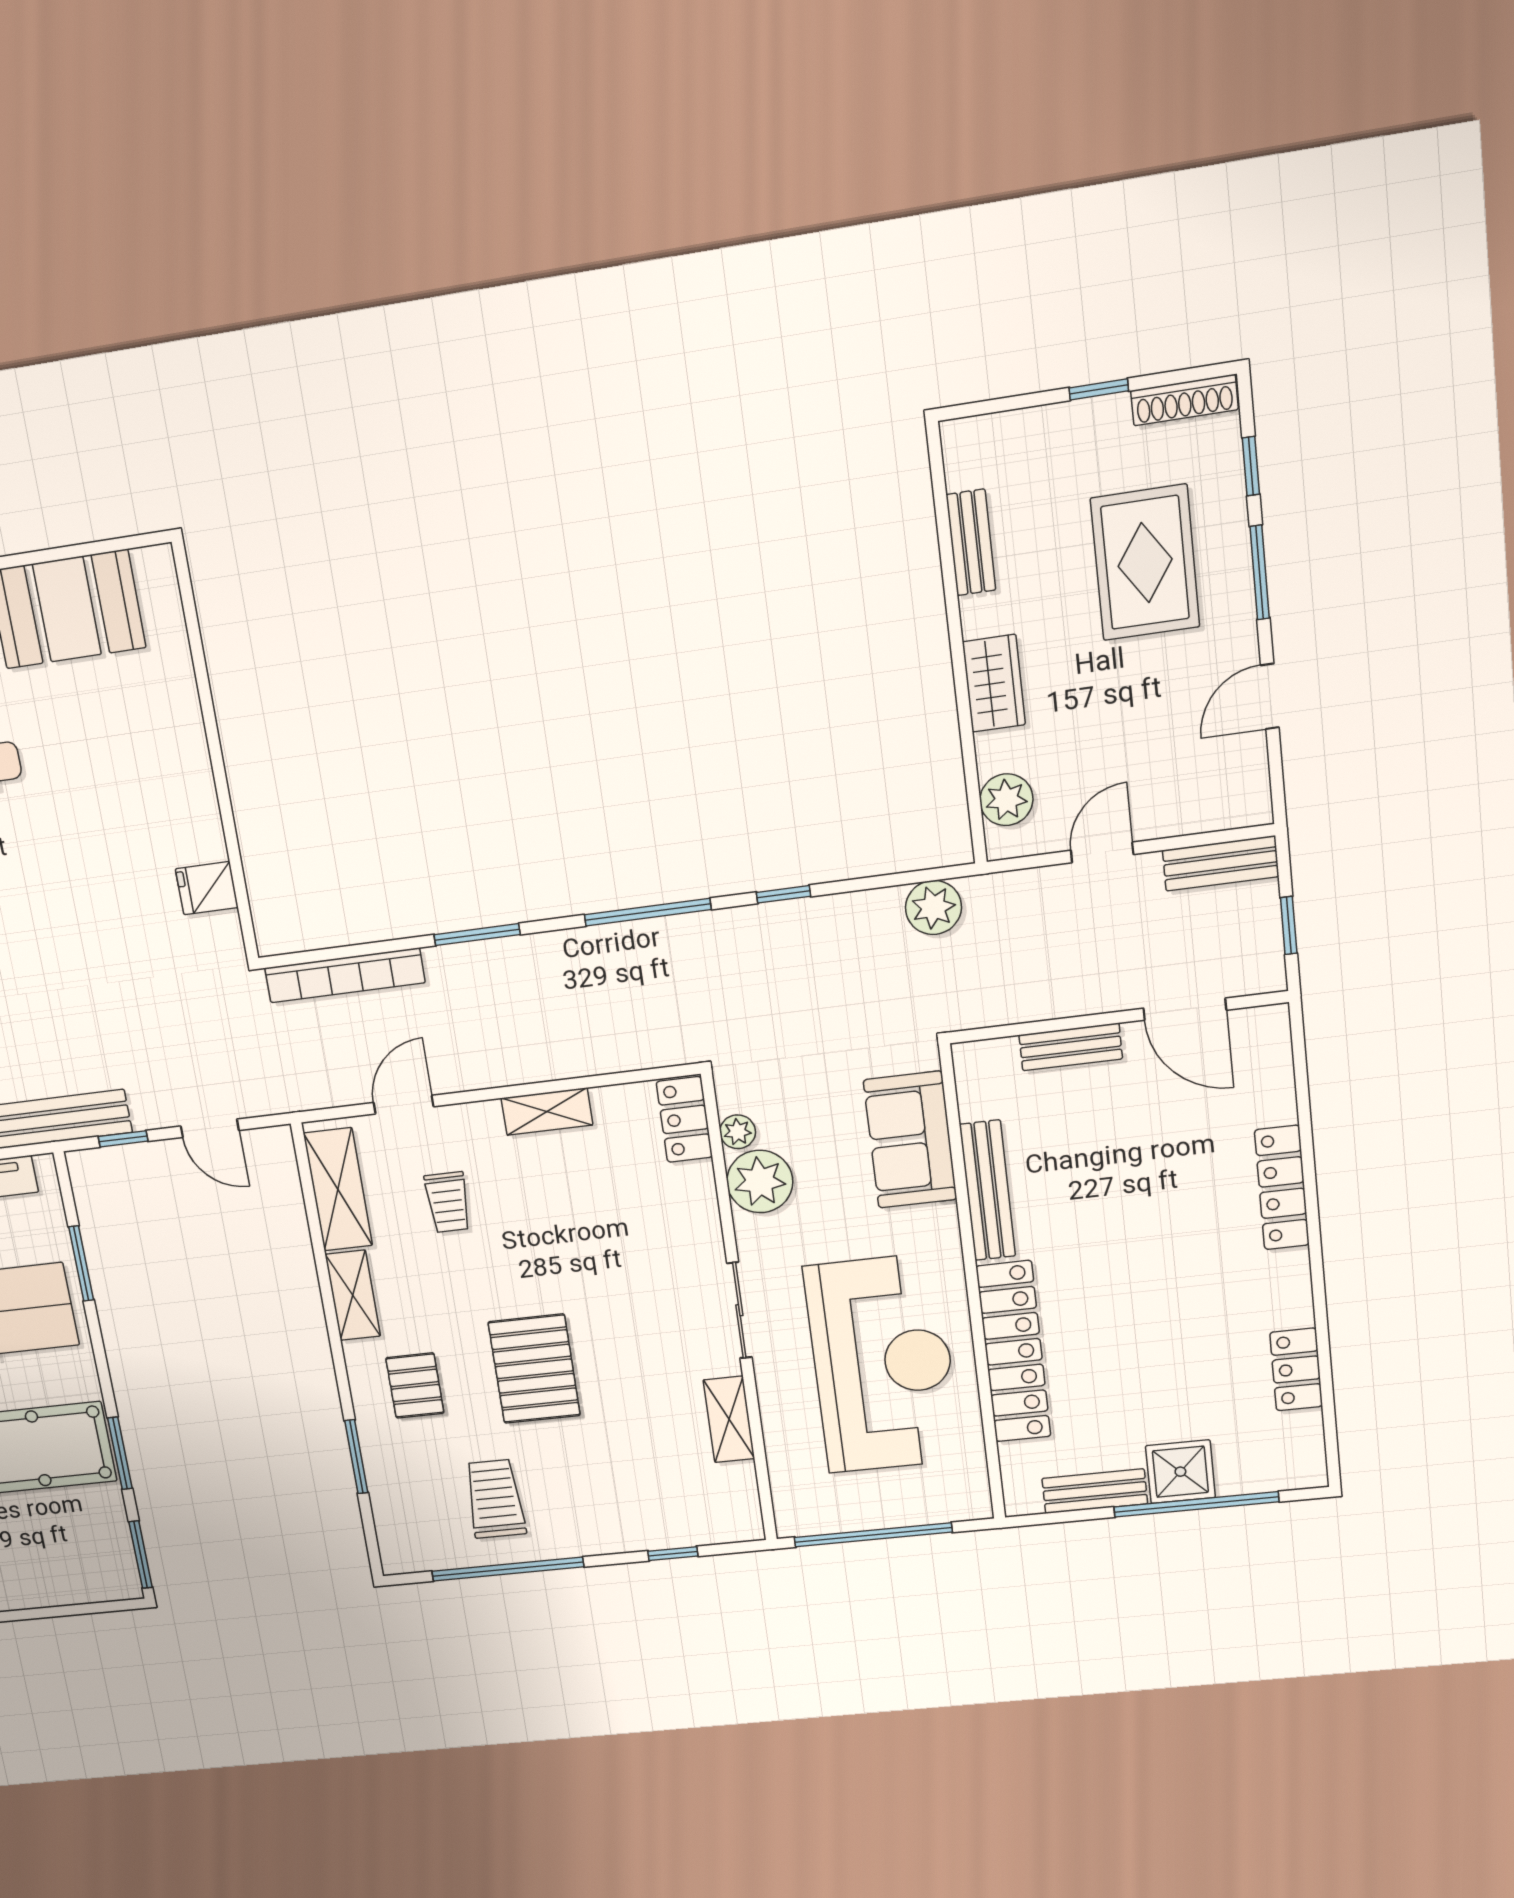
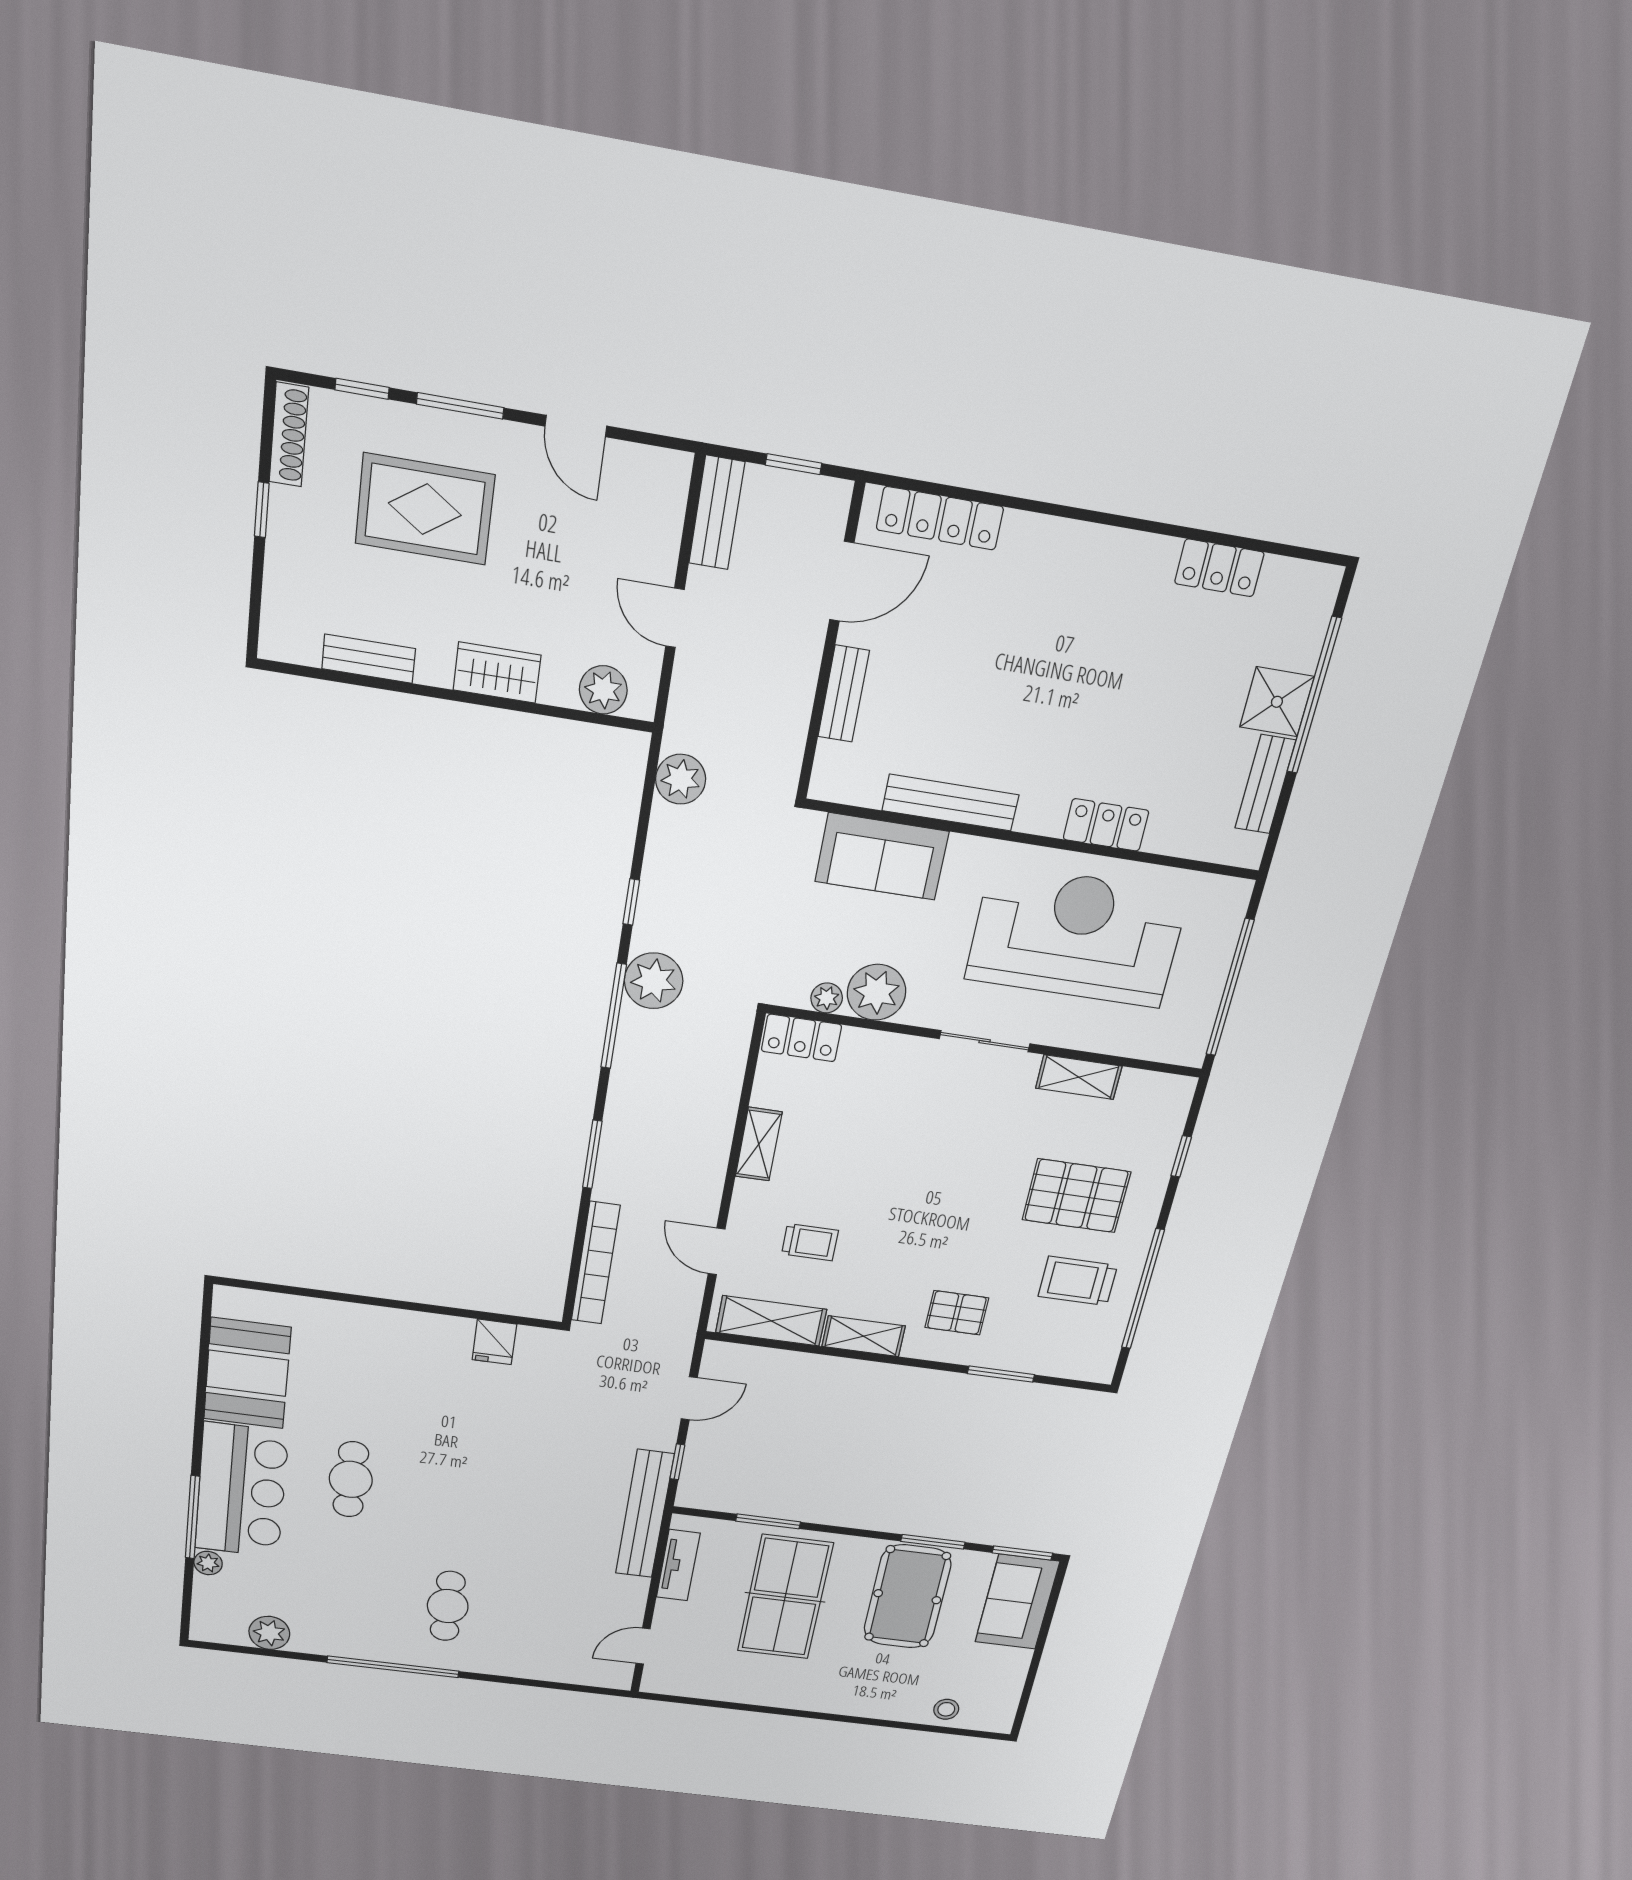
plant: (701, 944) -> (654, 981), added
locker: (1282, 1188) -> (940, 518), moved
locker: (1013, 1352) -> (1106, 825), width x0.46, depth x0.83
pallet: (534, 1369) -> (1076, 1196), moved
sofa: (75, 1570) -> (1017, 1602), added

